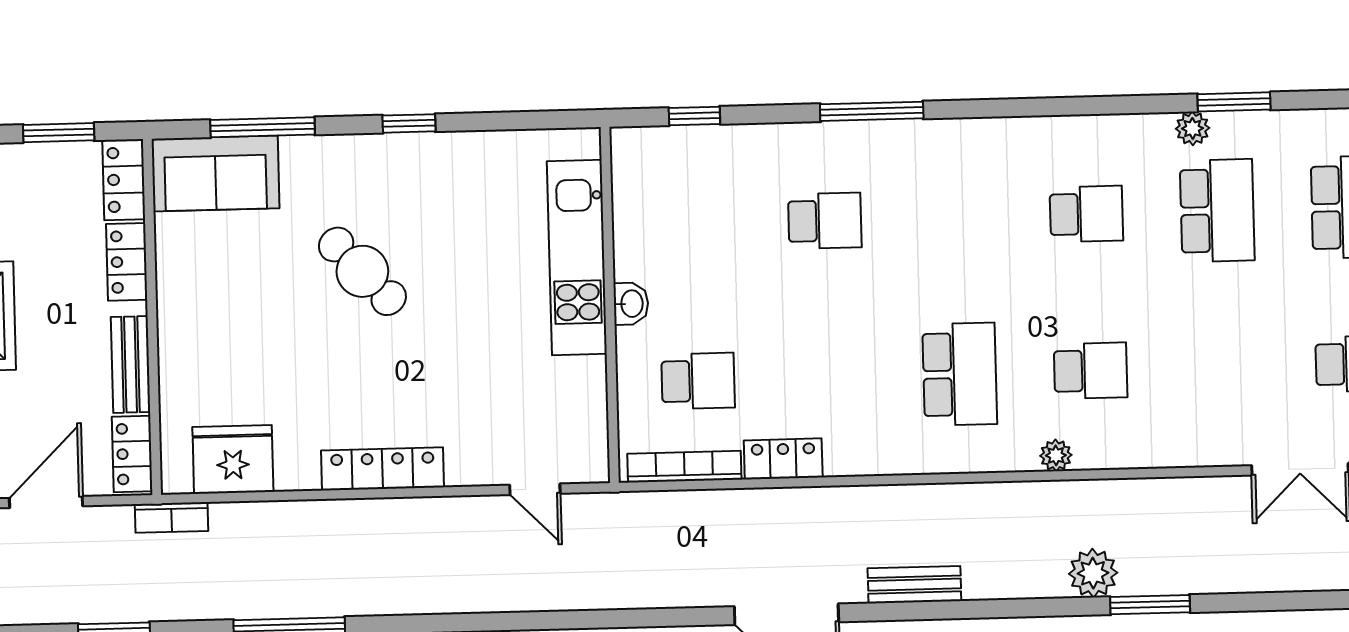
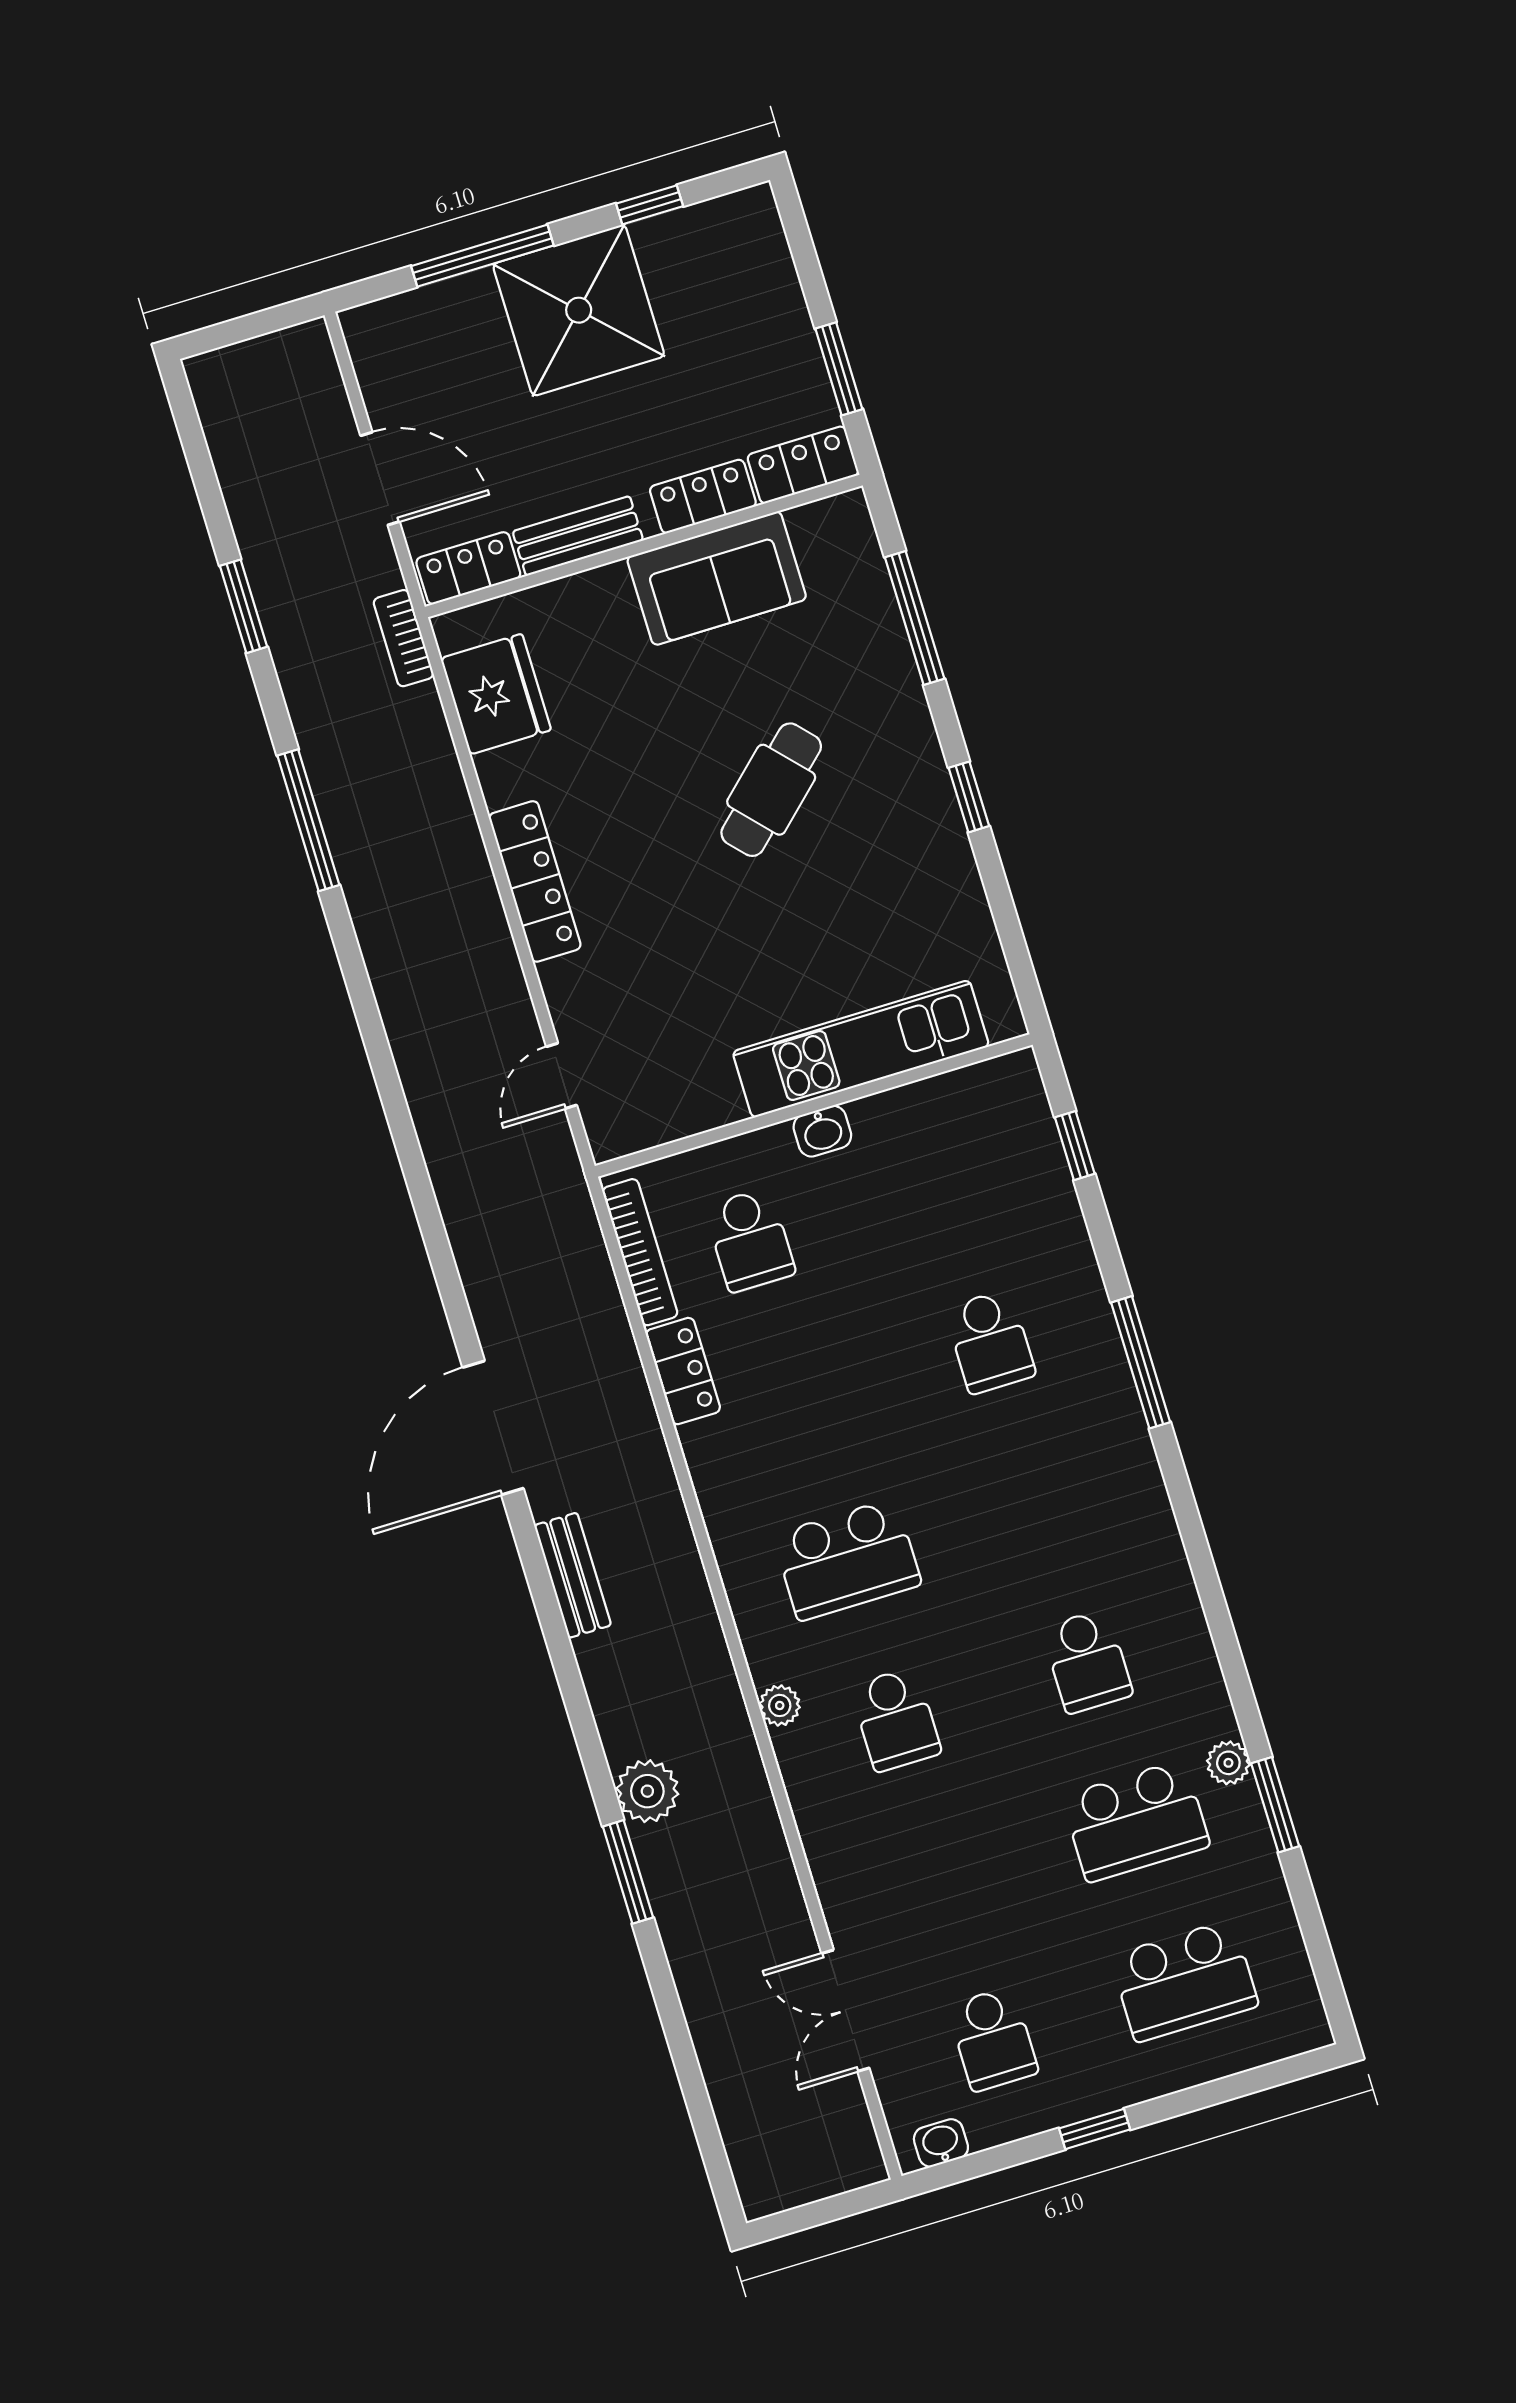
sofa: (215, 173) -> (717, 578), moved, turned -90

